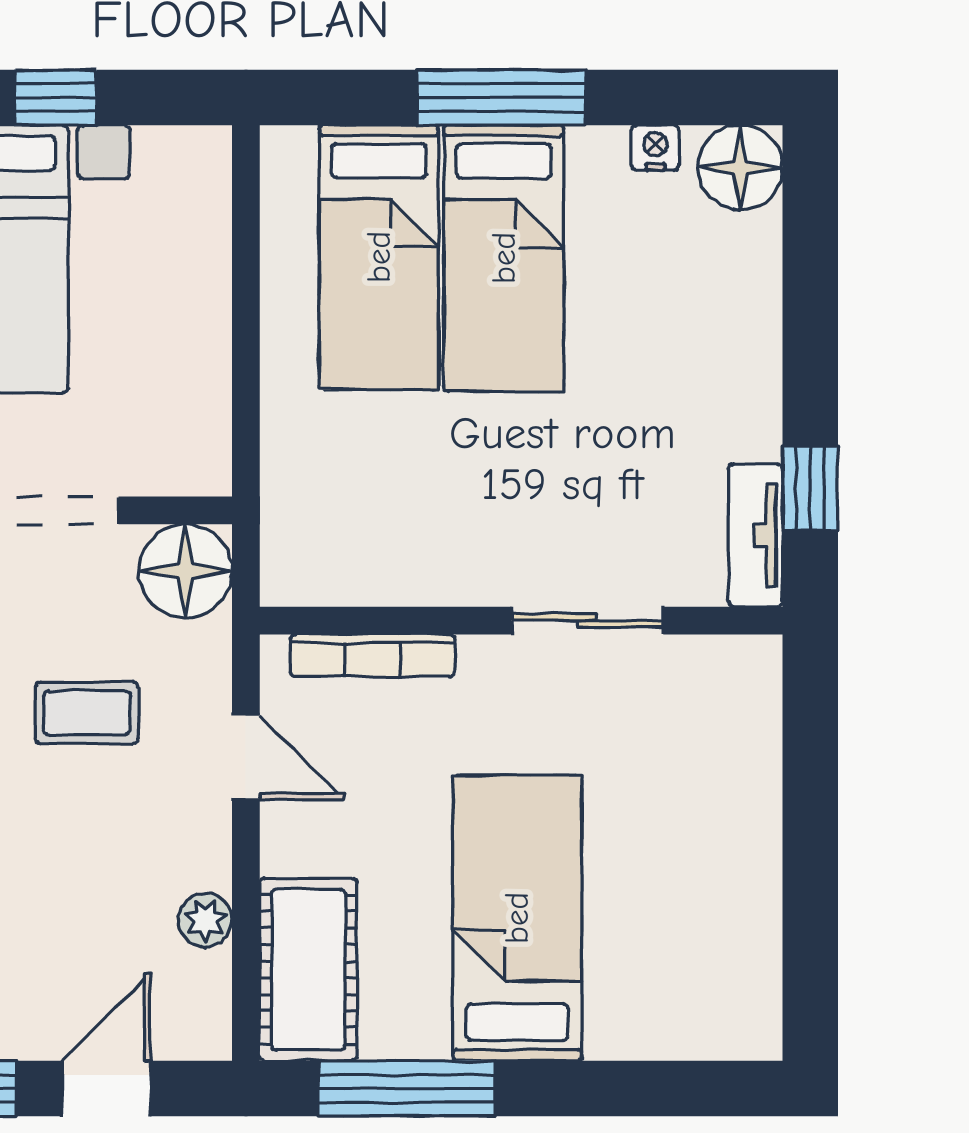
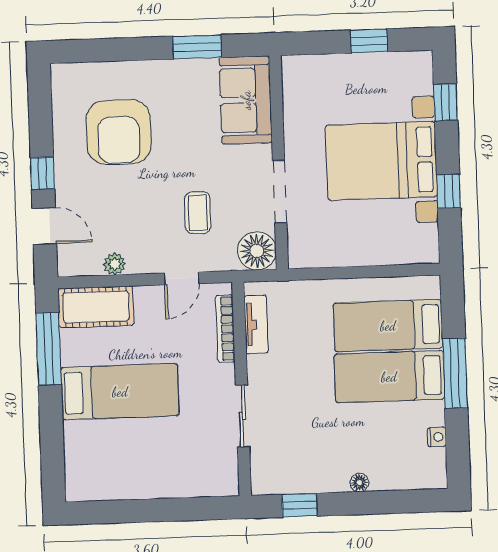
floor lamp: (740, 167) -> (359, 483), moved, width x0.53, depth x0.53
tv unit: (755, 535) -> (256, 324), moved, turned 90

